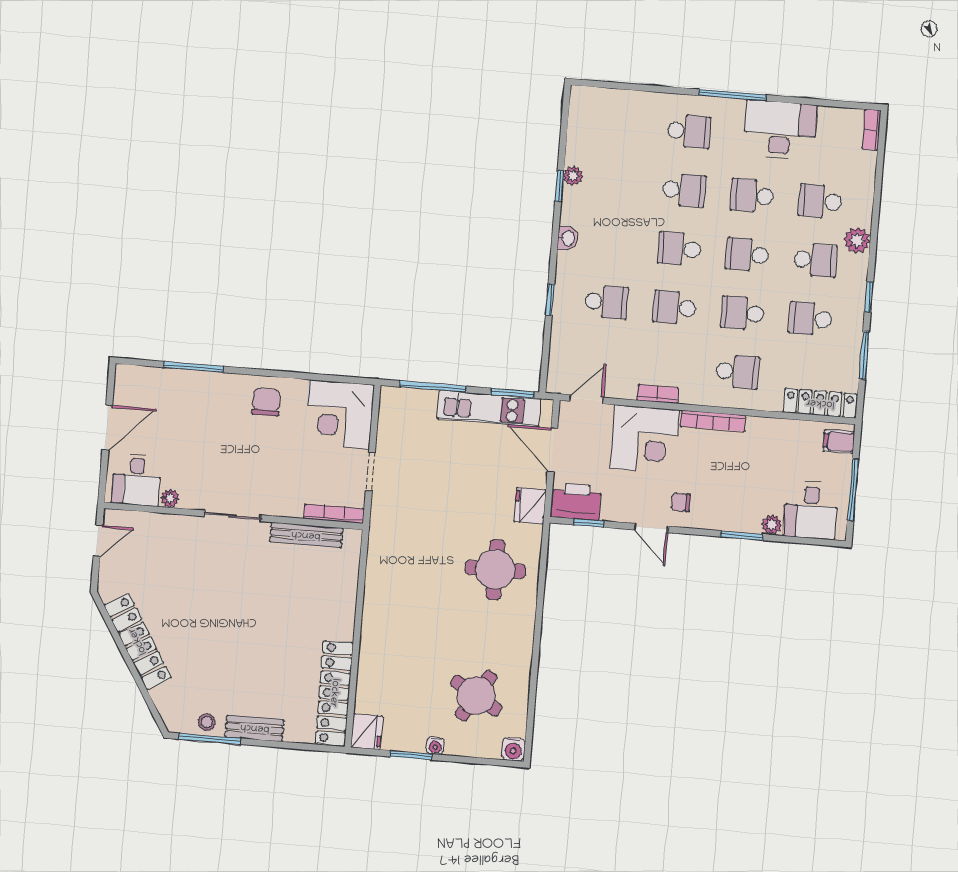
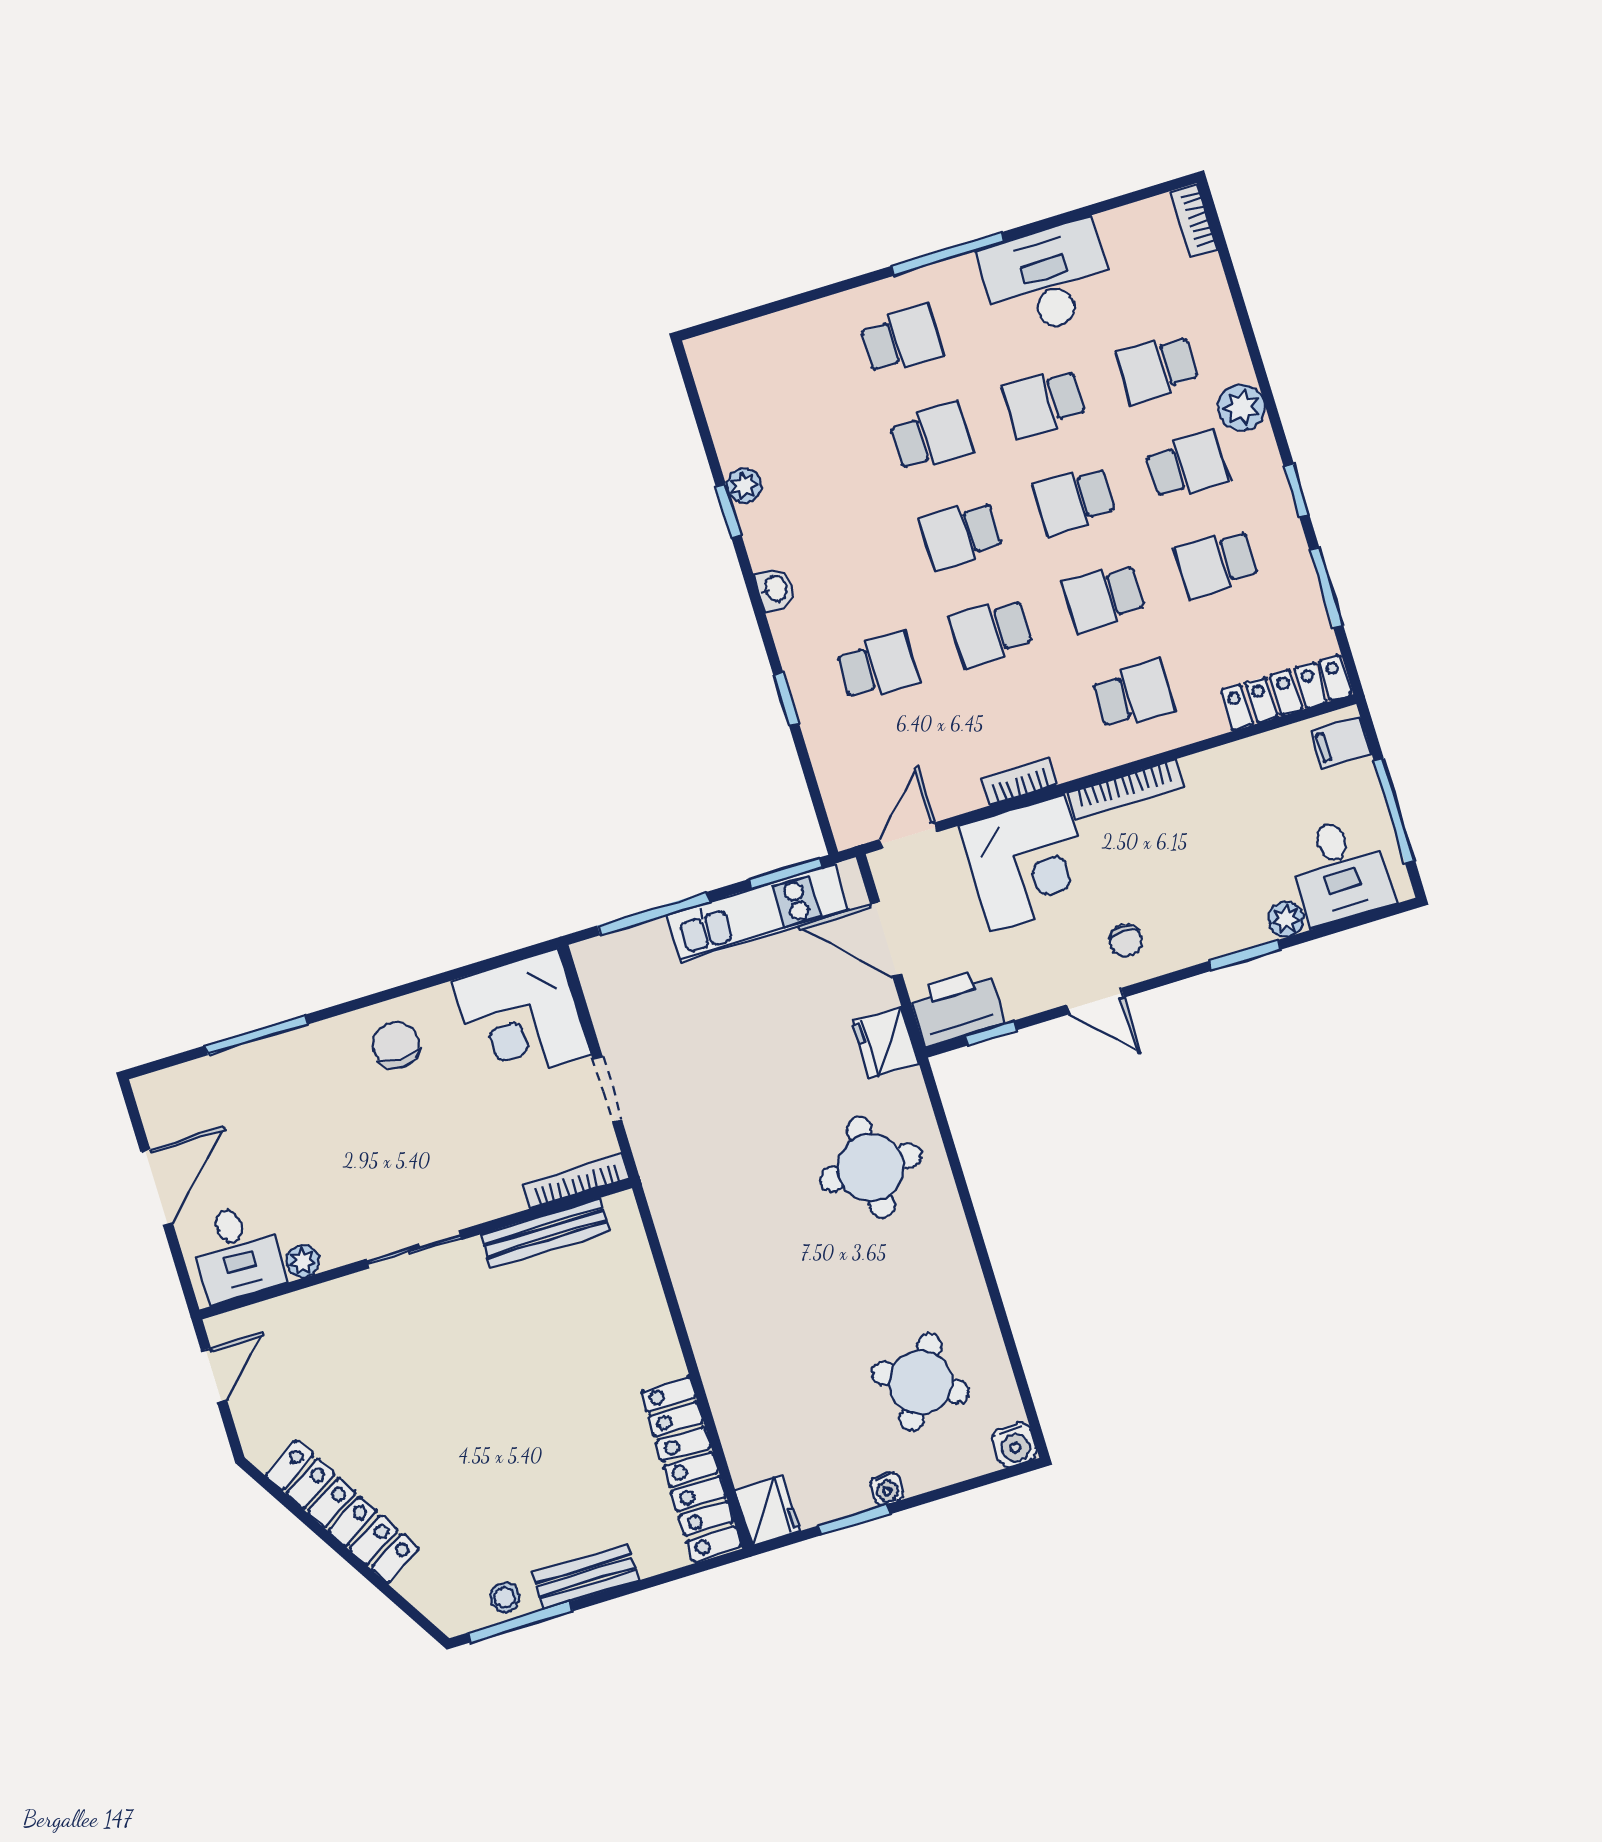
chair: (681, 502) -> (1126, 940), turned -90

